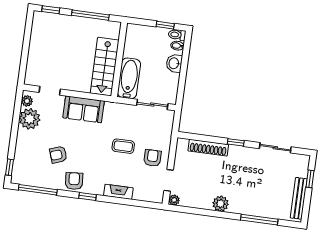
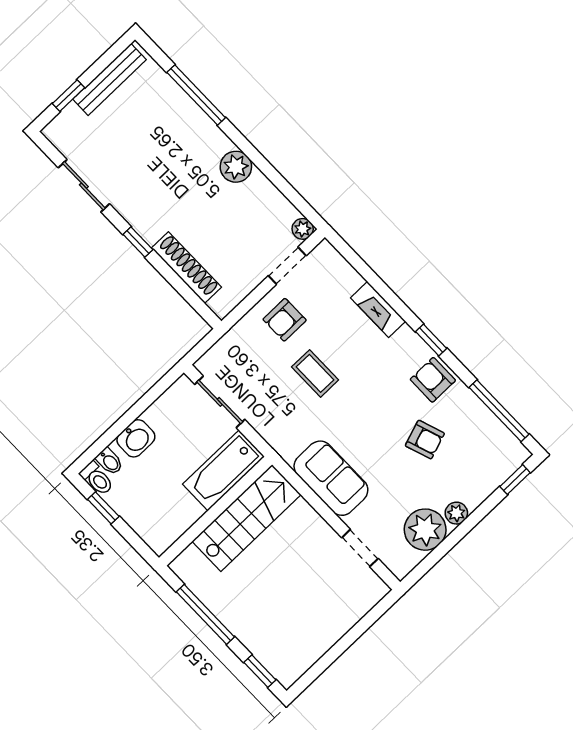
plant: (27, 101) -> (456, 513), moved
armchair: (74, 181) -> (433, 380), turned 95

